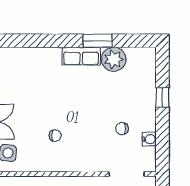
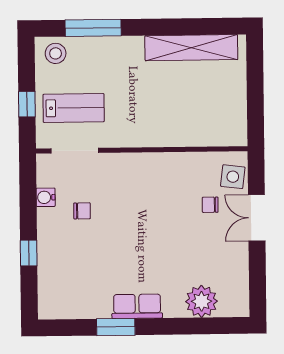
plant: (114, 59) -> (202, 301), moved
chair: (55, 136) -> (210, 205), moved

